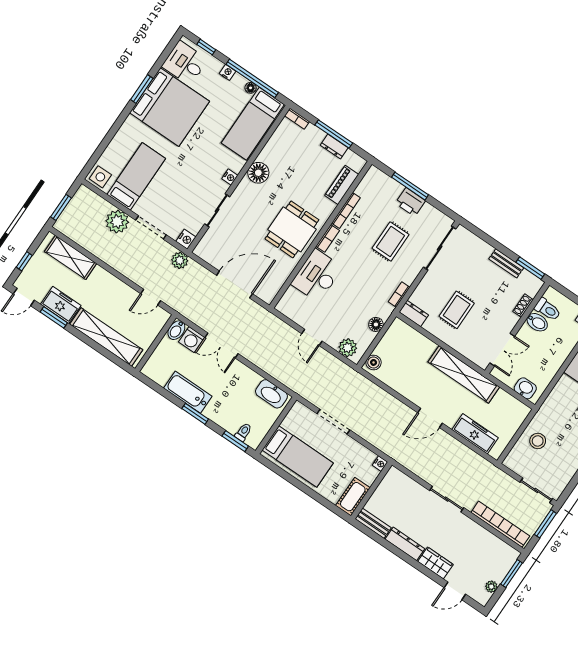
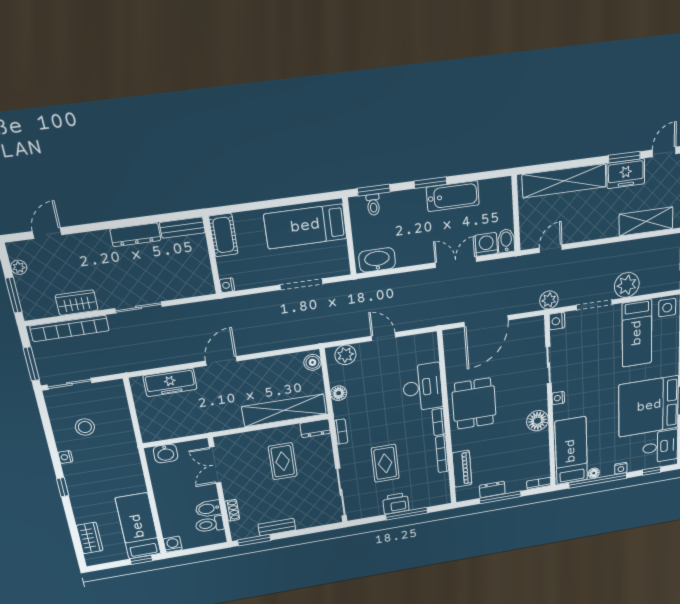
shelving: (464, 374) -> (284, 410), moved
stool: (538, 441) -> (85, 427), moved
wardrobe: (435, 563) -> (77, 303), moved, turned 180

